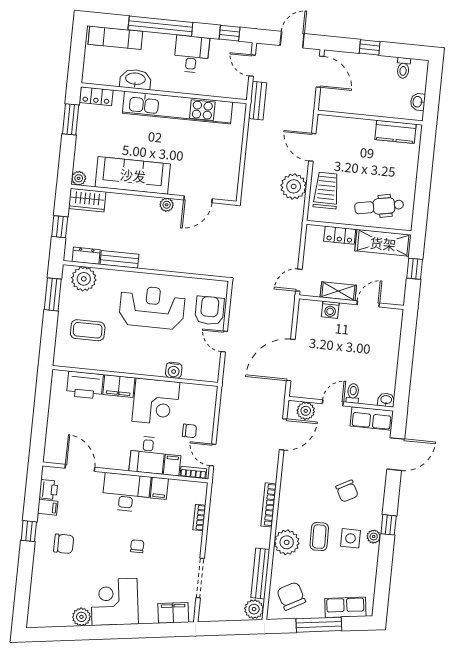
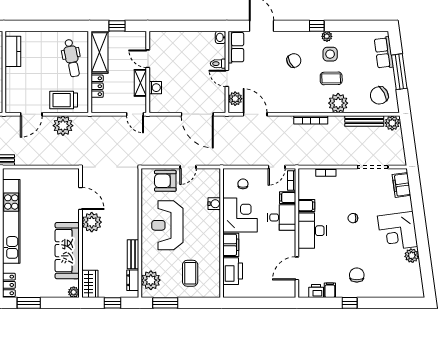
plant: (167, 205) -> (92, 222), width x1.88, depth x1.88
chair: (189, 431) -> (243, 184), moved

